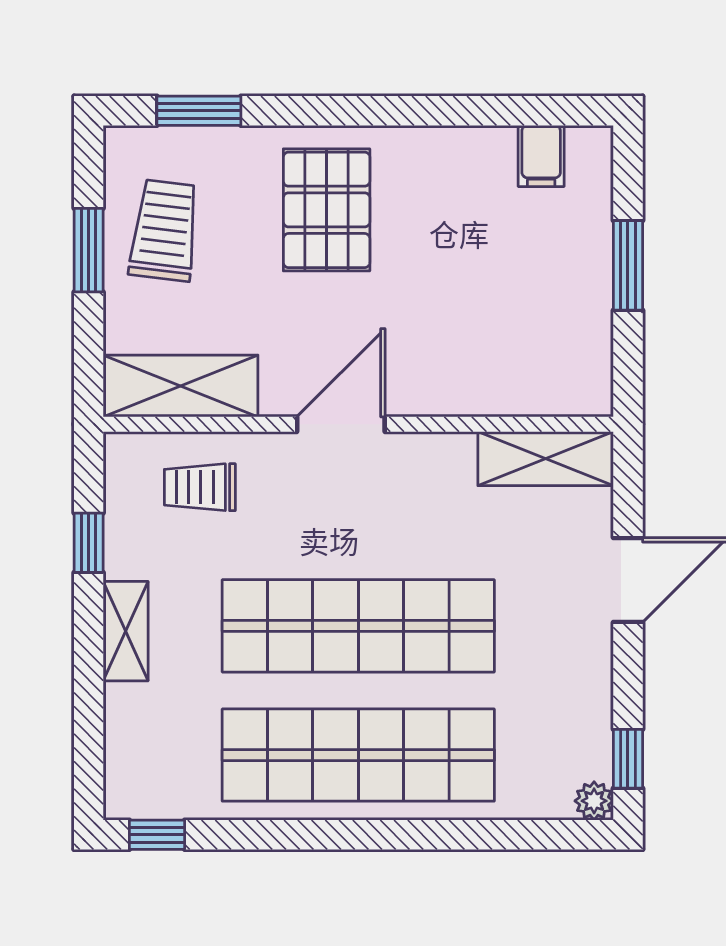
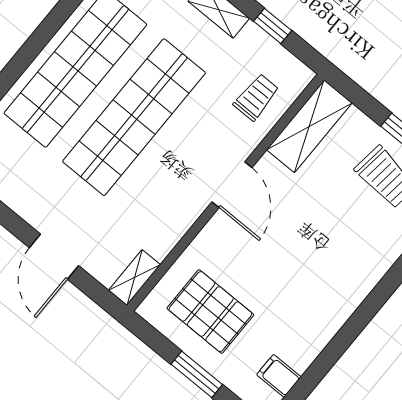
pallet: (327, 210) -> (210, 312), moved
shelving: (546, 459) -> (134, 277), width x0.67, depth x0.75

